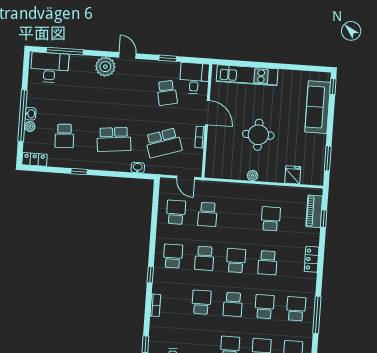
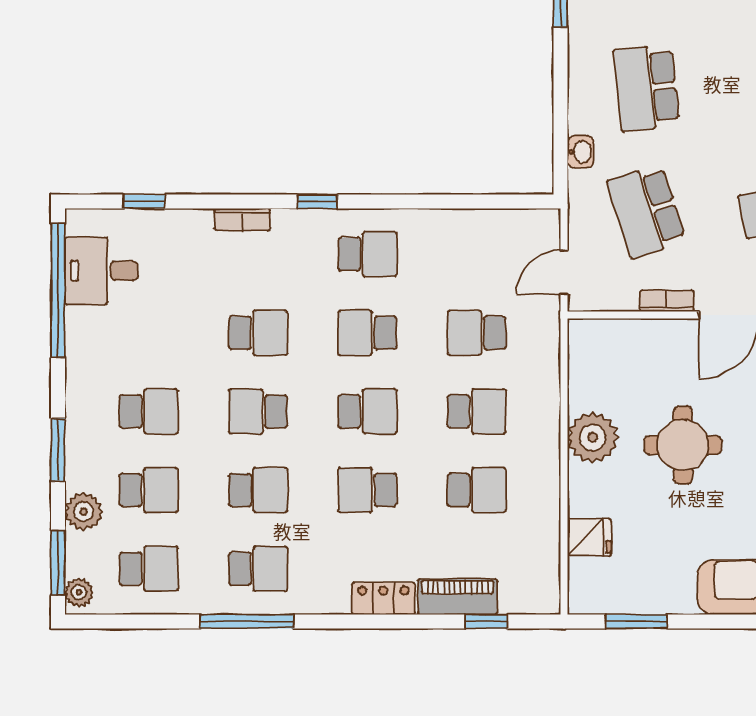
plant: (252, 175) -> (593, 437), width x1.87, depth x1.87
piano: (314, 211) -> (457, 597), moved
school desk: (176, 212) -> (477, 411), moved

